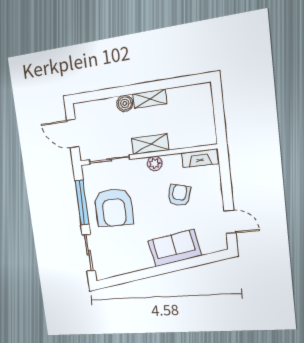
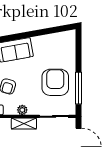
sliding door: (89, 253) -> (79, 51), removed

